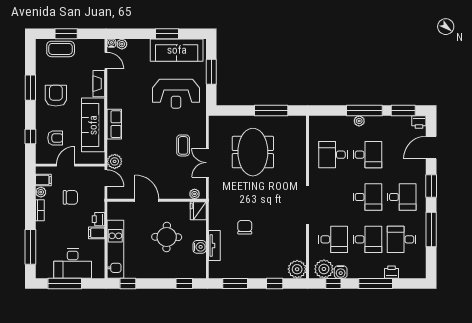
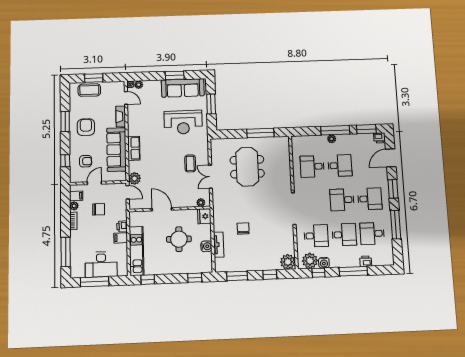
desk: (367, 197) -> (342, 200), turned 180

